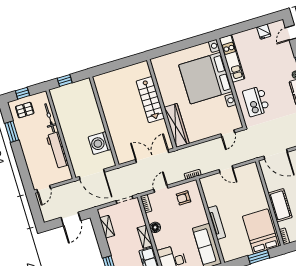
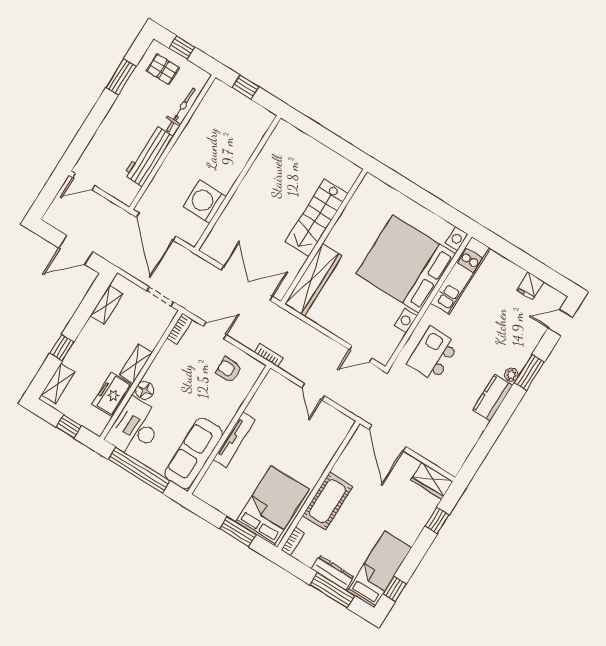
floor lamp: (155, 227) -> (145, 390), moved

